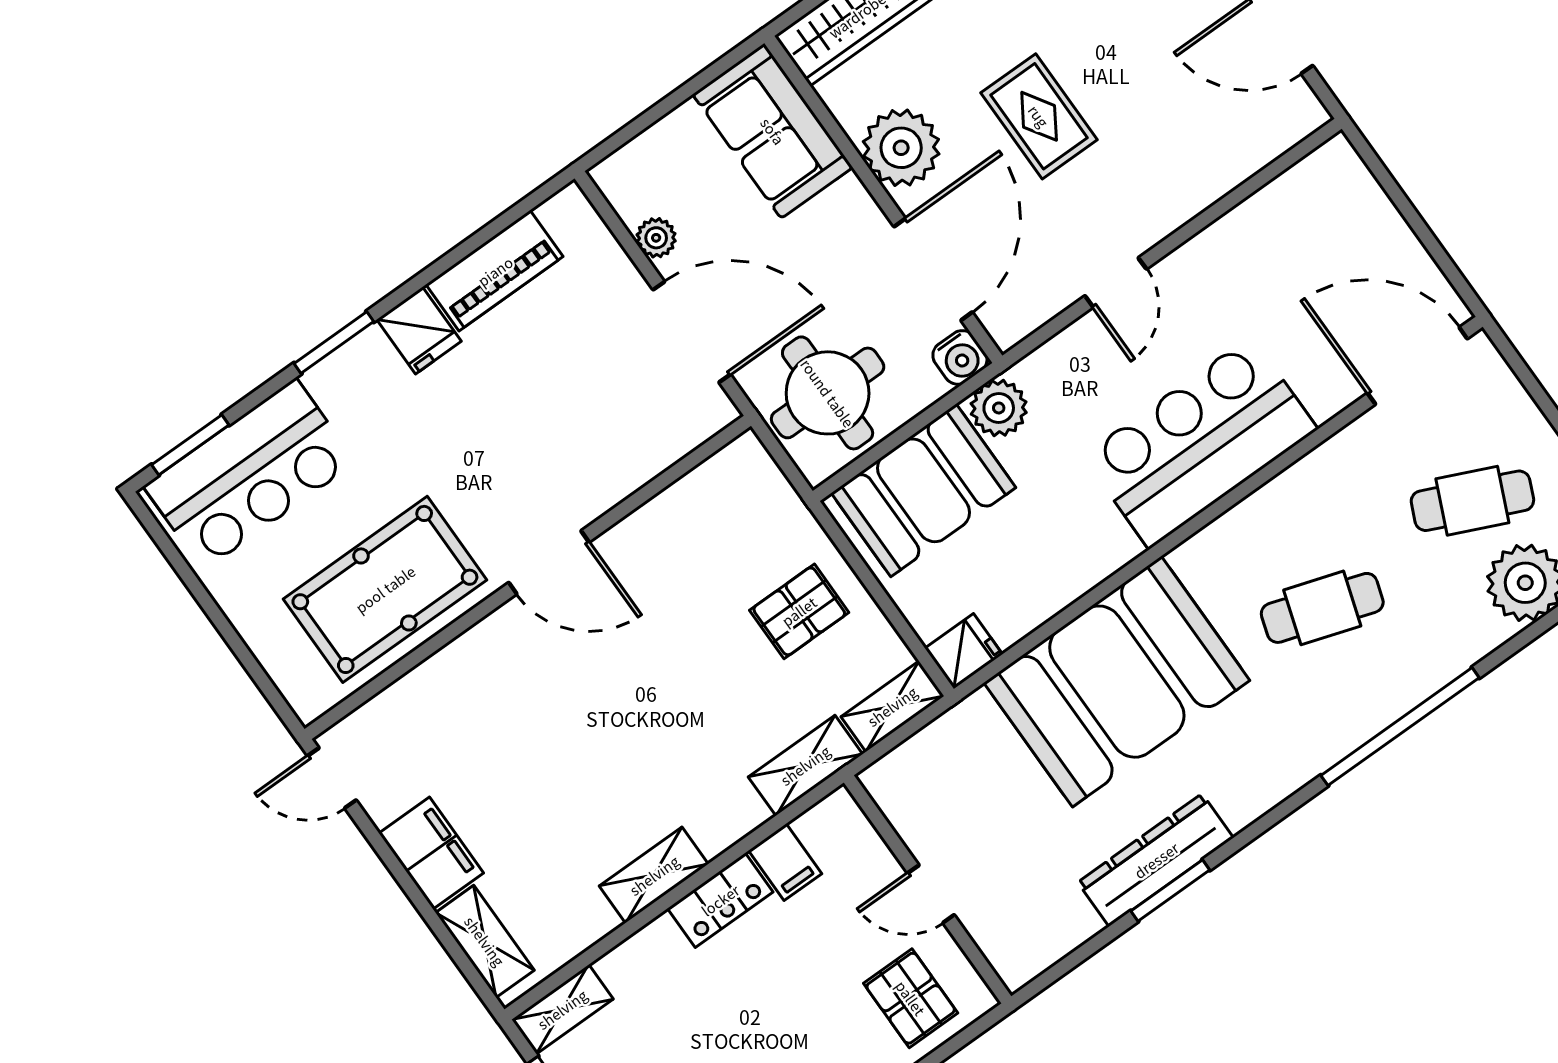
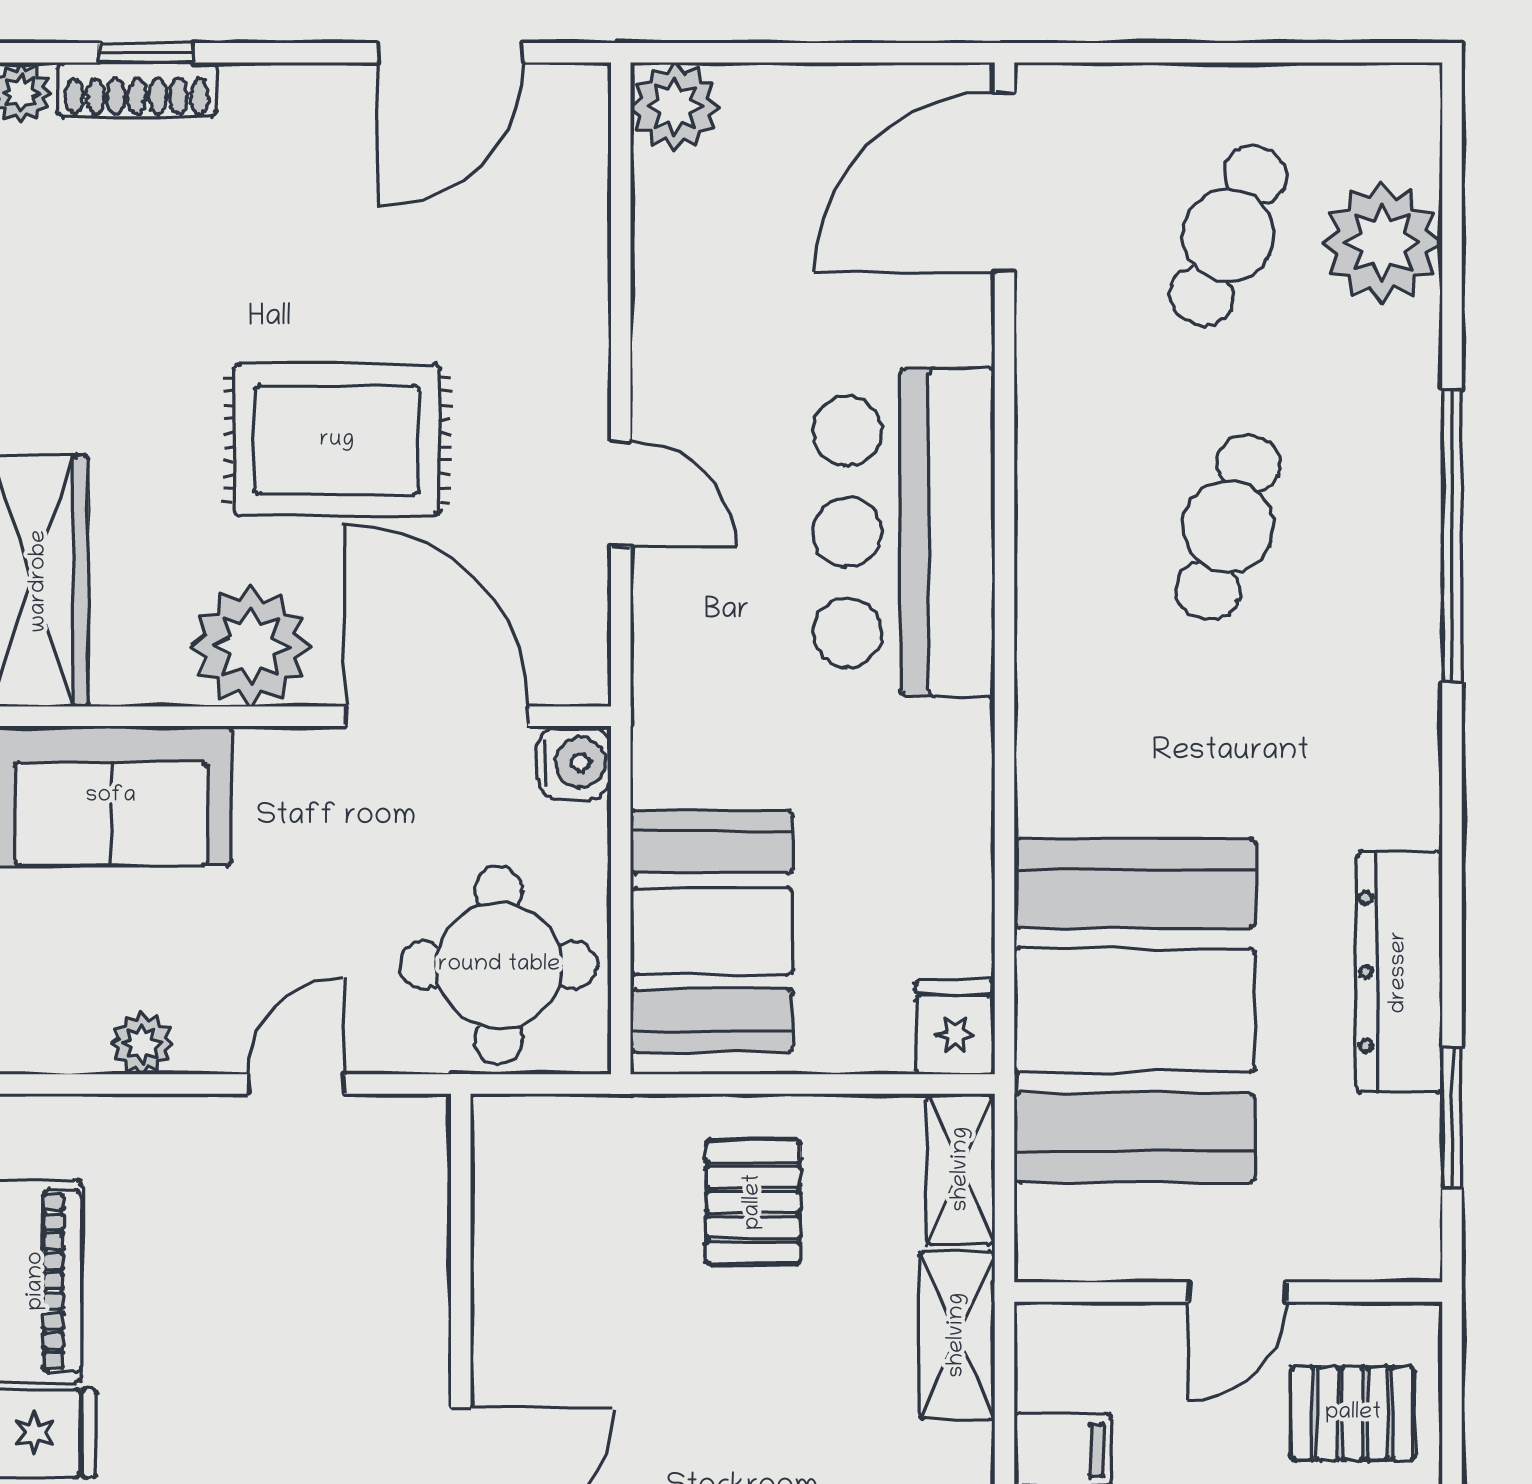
rug: (1039, 116) -> (337, 440), width x1.36, depth x1.43
door: (692, 332) -> (296, 1084), width x0.53
plant: (999, 408) -> (675, 107), moved
booth: (1117, 682) -> (1135, 1010), moved
window: (1170, 890) -> (1452, 1117), moved

